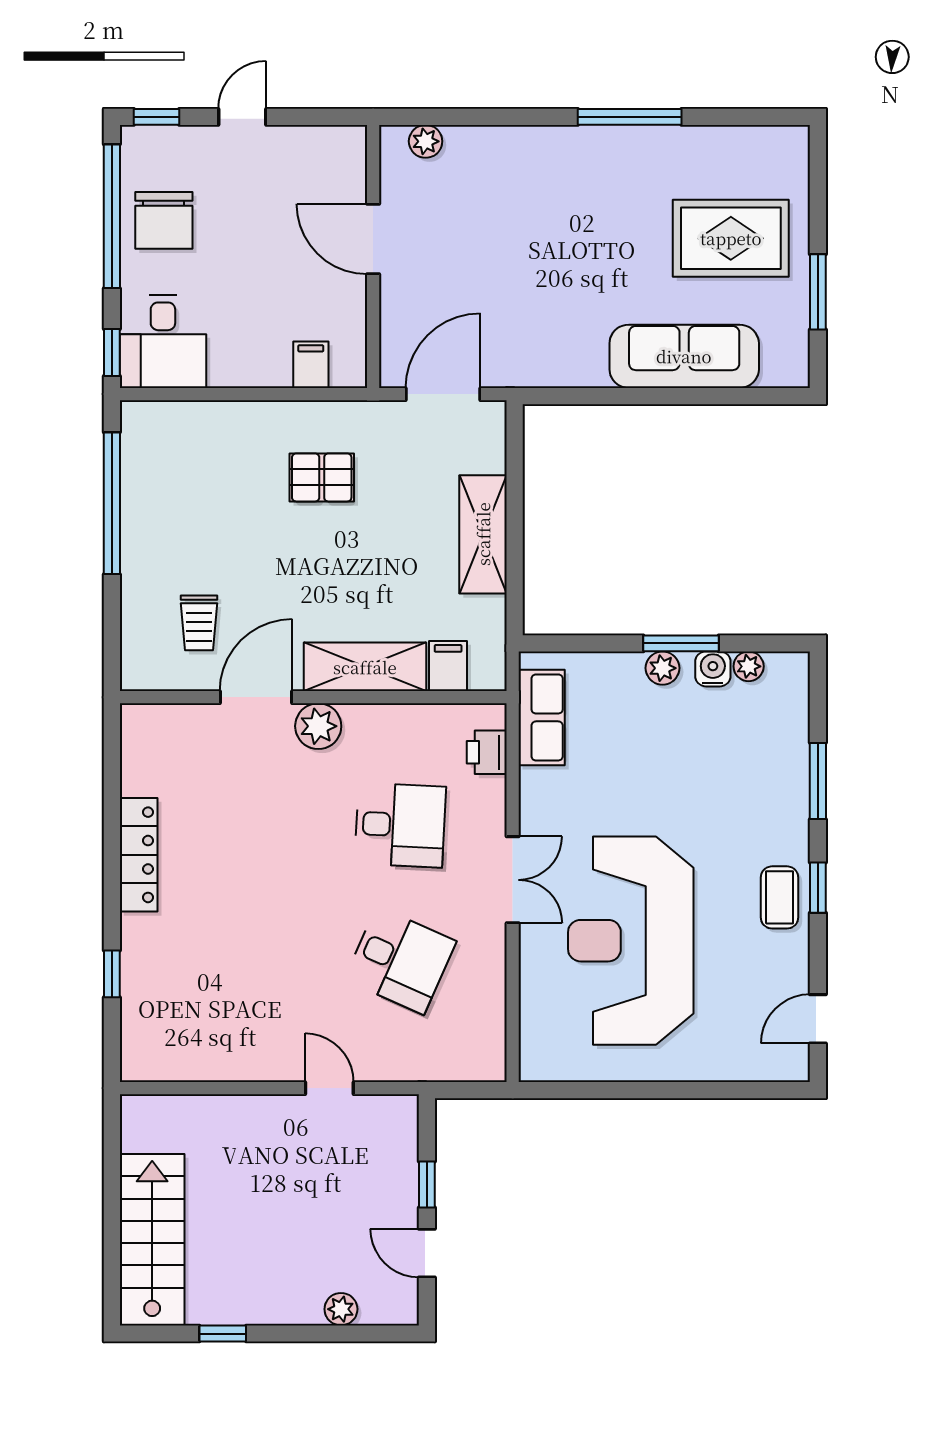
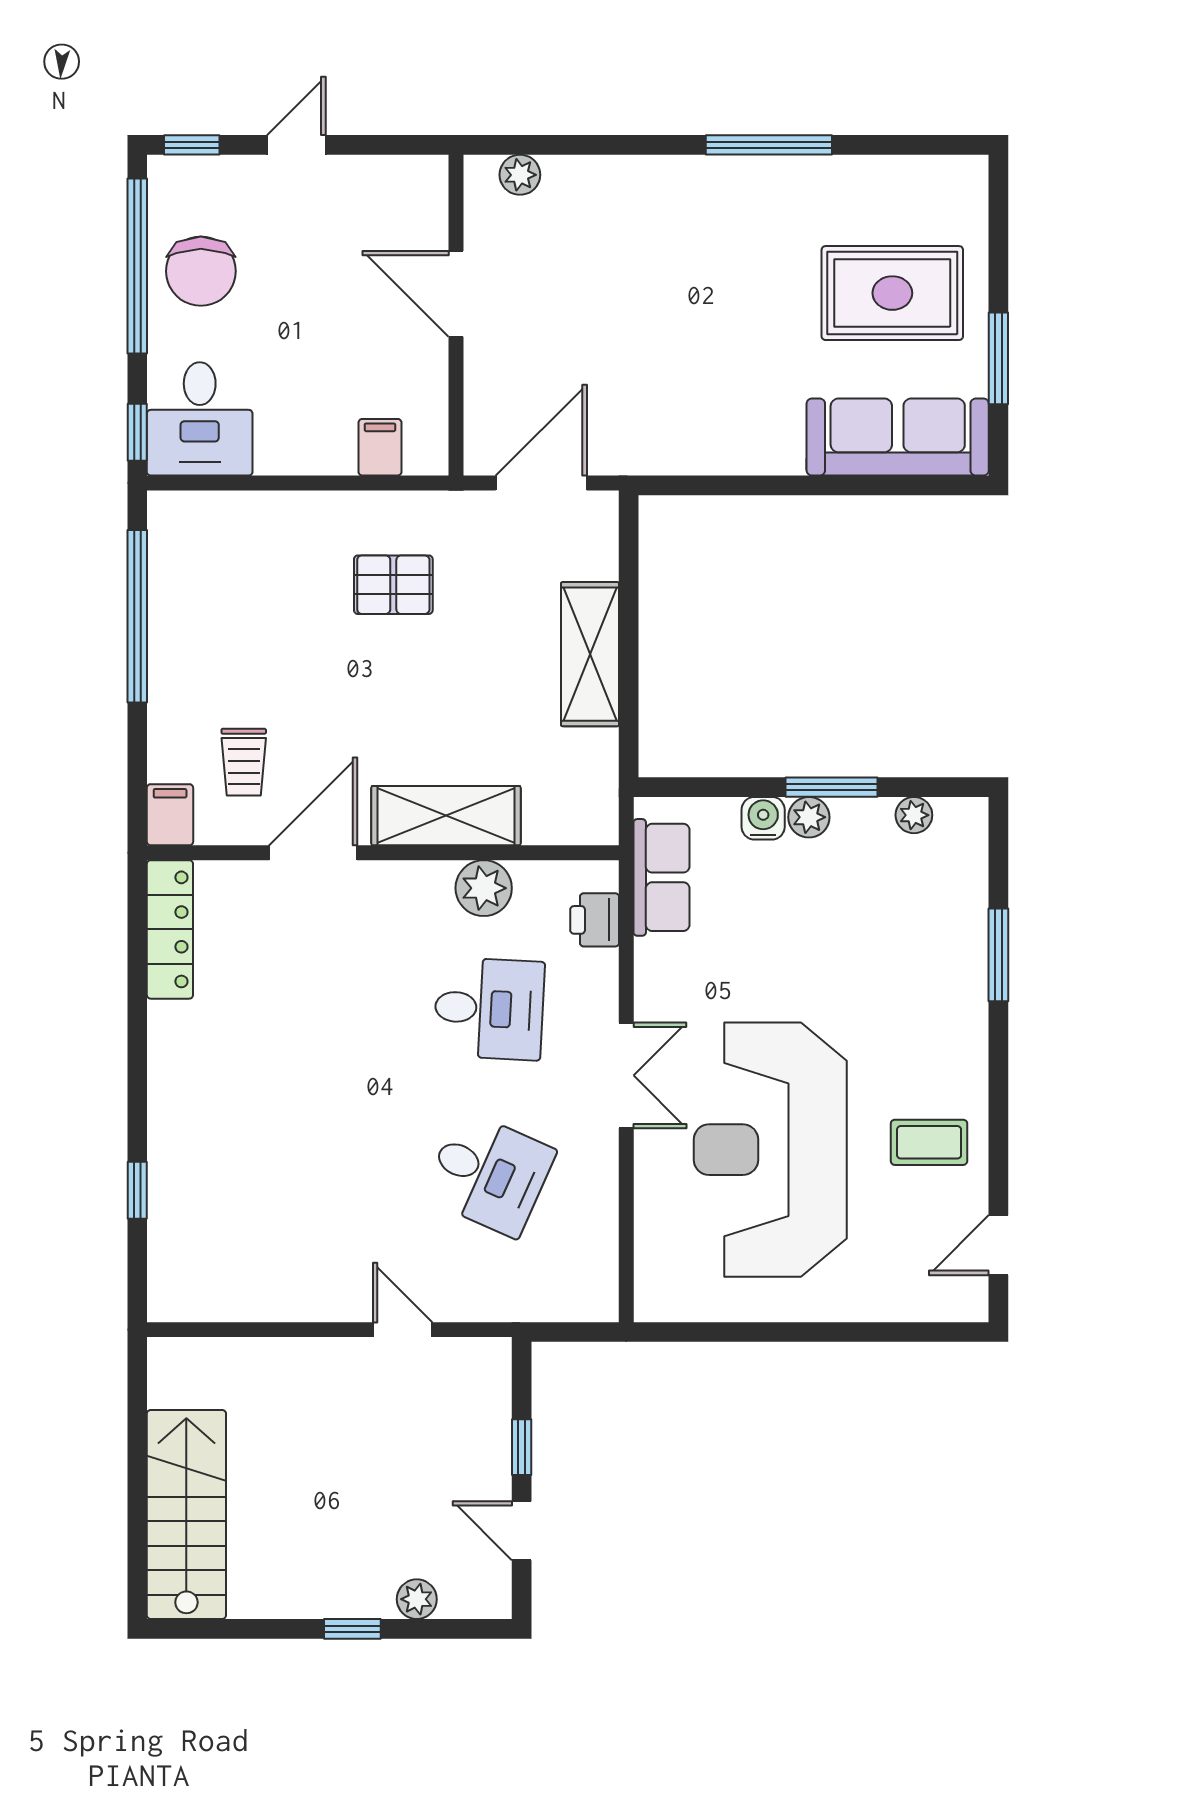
sofa: (684, 356) -> (898, 437), moved
filing cabinet: (448, 666) -> (170, 815), moved
water cooler: (713, 669) -> (763, 818), moved
plant: (318, 726) -> (484, 888), moved
locker: (139, 855) -> (170, 929), moved
window: (818, 888) -> (998, 1085), removed
coffee table: (779, 897) -> (929, 1142), moved, turned 90
window: (223, 1334) -> (352, 1629), moved

